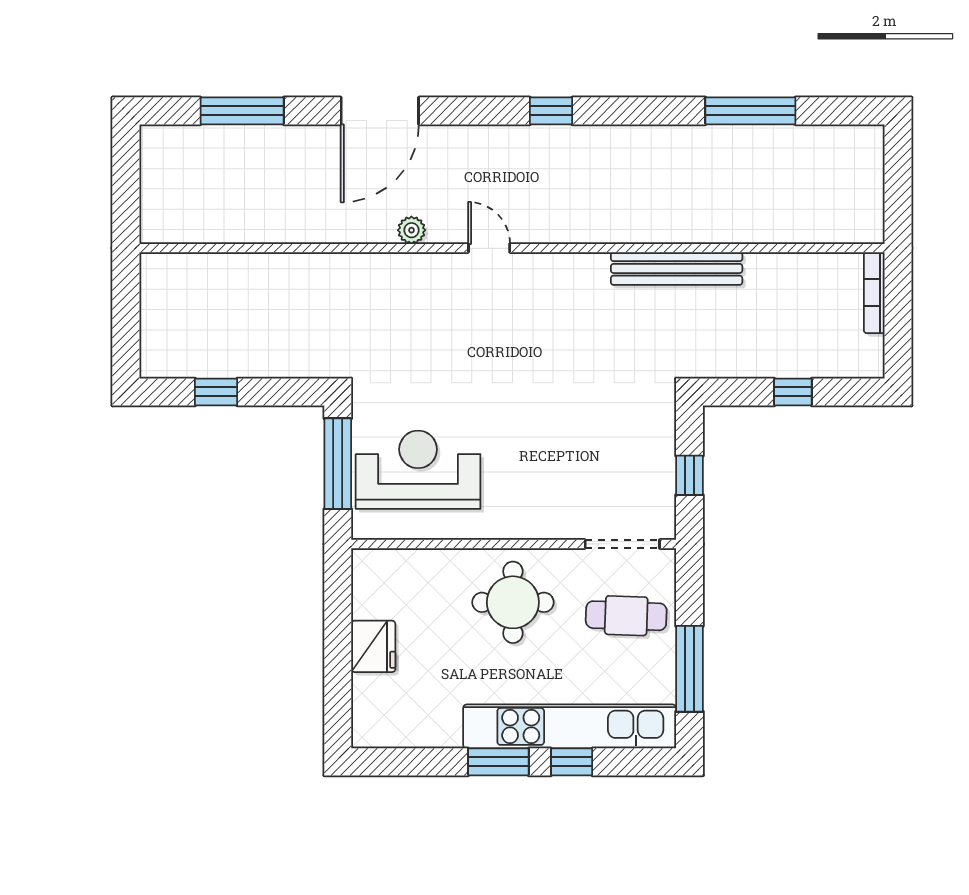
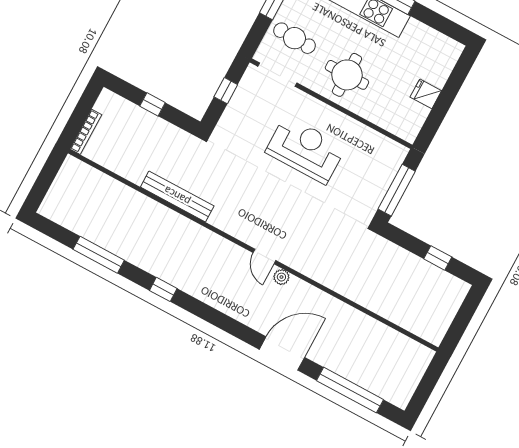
window: (242, 111) -> (350, 390), width x1.46
window: (551, 111) -> (163, 289), moved
plant: (411, 230) -> (281, 277), moved
reception desk: (418, 470) -> (306, 150), moved, turned 180
fridge: (373, 646) -> (426, 94), width x0.72

